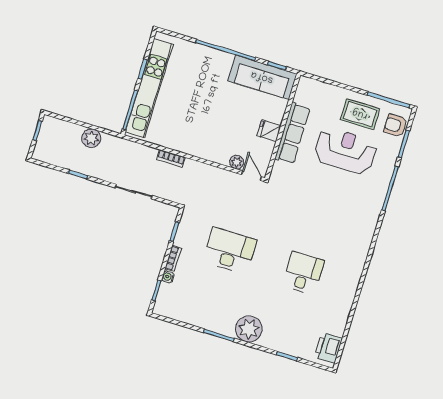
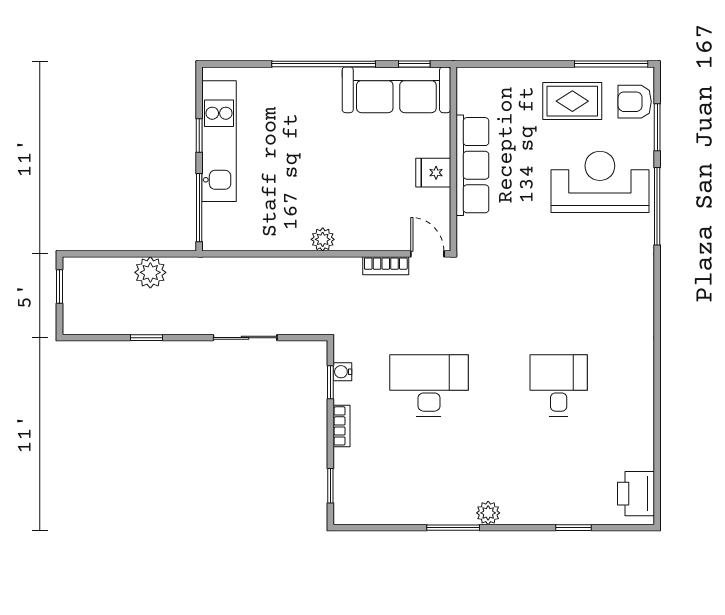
kitchen unit: (149, 88) -> (219, 141), width x0.73
reception desk: (345, 151) -> (600, 182), moved
bookcase: (171, 158) -> (386, 266), moved
plant: (237, 162) -> (323, 239), moved
water cooler: (168, 277) -> (342, 372), moved
plant: (249, 329) -> (488, 513), width x0.53, depth x0.53

